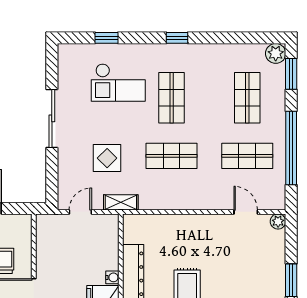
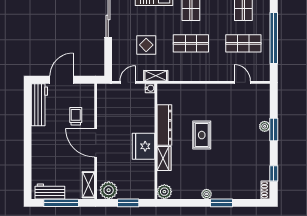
plant: (278, 221) -> (265, 126), moved
water cooler: (112, 277) -> (150, 88), moved

